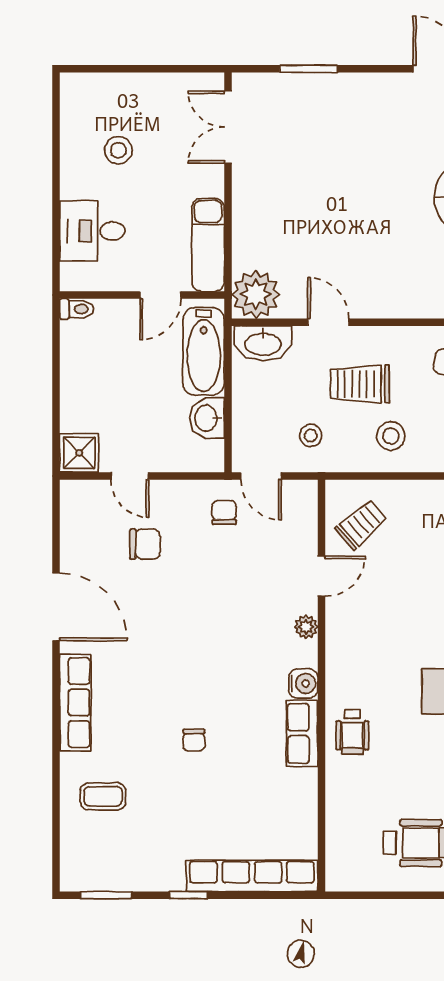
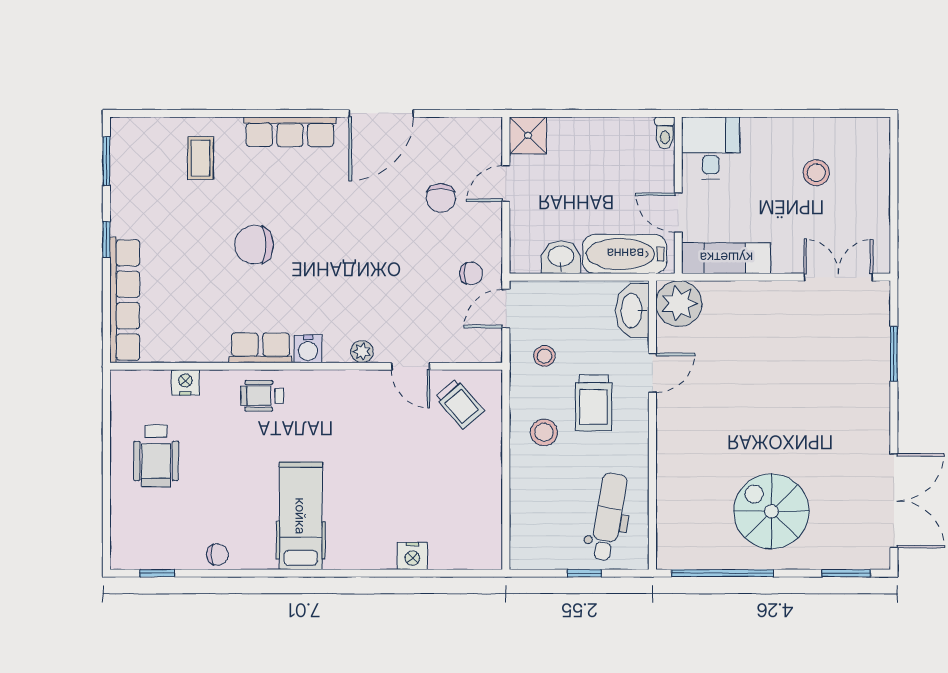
desk: (92, 231) -> (711, 148), moved
trolley: (360, 384) -> (594, 403), turned 180
chair: (194, 740) -> (254, 245), width x1.87, depth x1.87
nightstand: (338, 812) -> (185, 382), added

